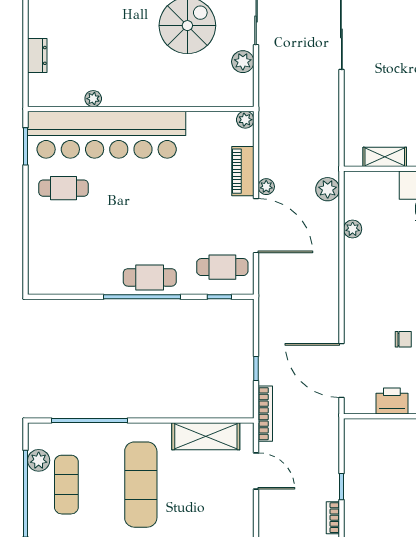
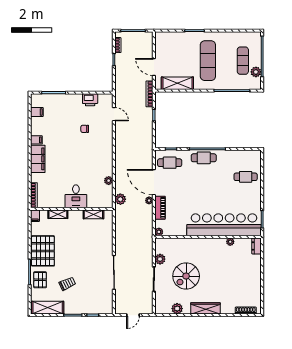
dresser: (37, 55) -> (256, 246), moved
cafe table: (64, 188) -> (246, 177), moved
door: (341, 370) -> (114, 114), width x0.53

